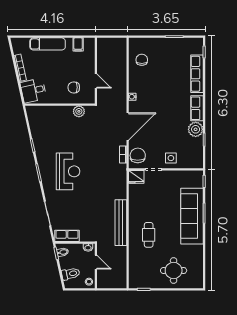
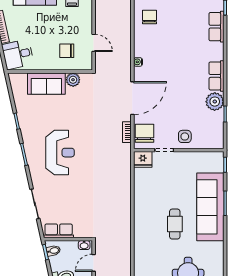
row of seats: (197, 74) -> (216, 27), width x0.68
sofa: (57, 115) -> (46, 84), added
bench: (121, 223) -> (124, 215), removed
cafe table: (149, 235) -> (175, 224), moved
door: (96, 262) -> (94, 263), swing flipped

